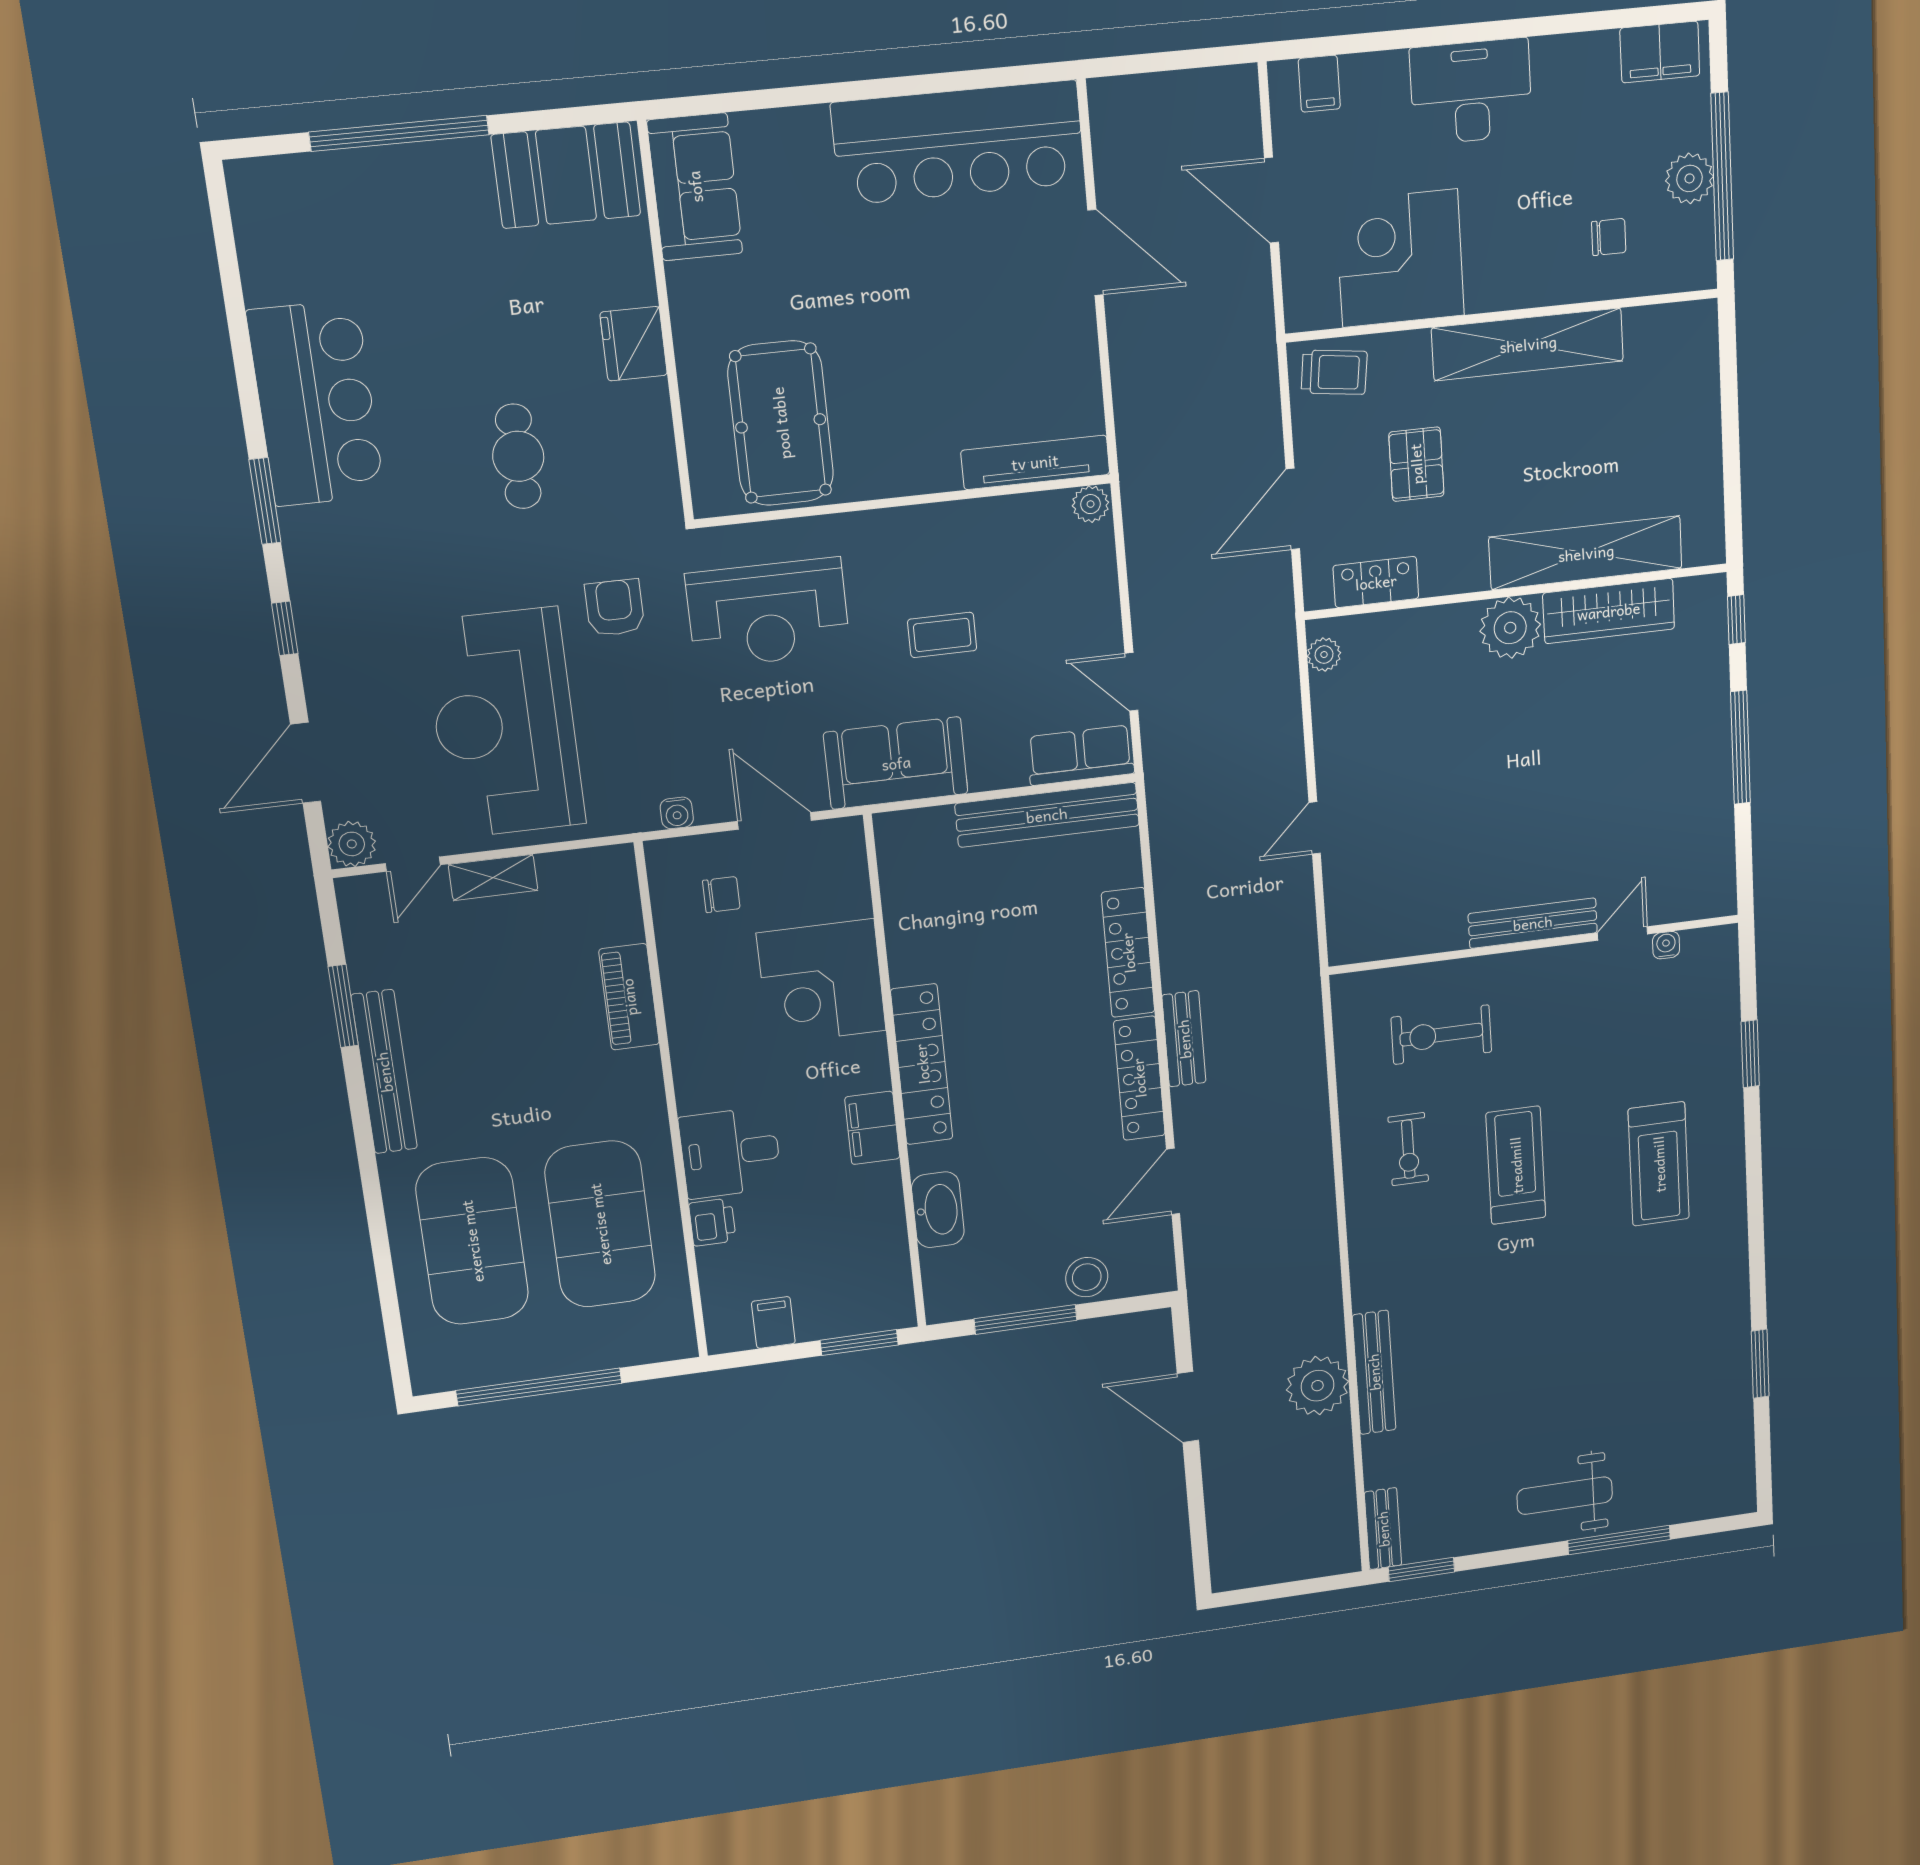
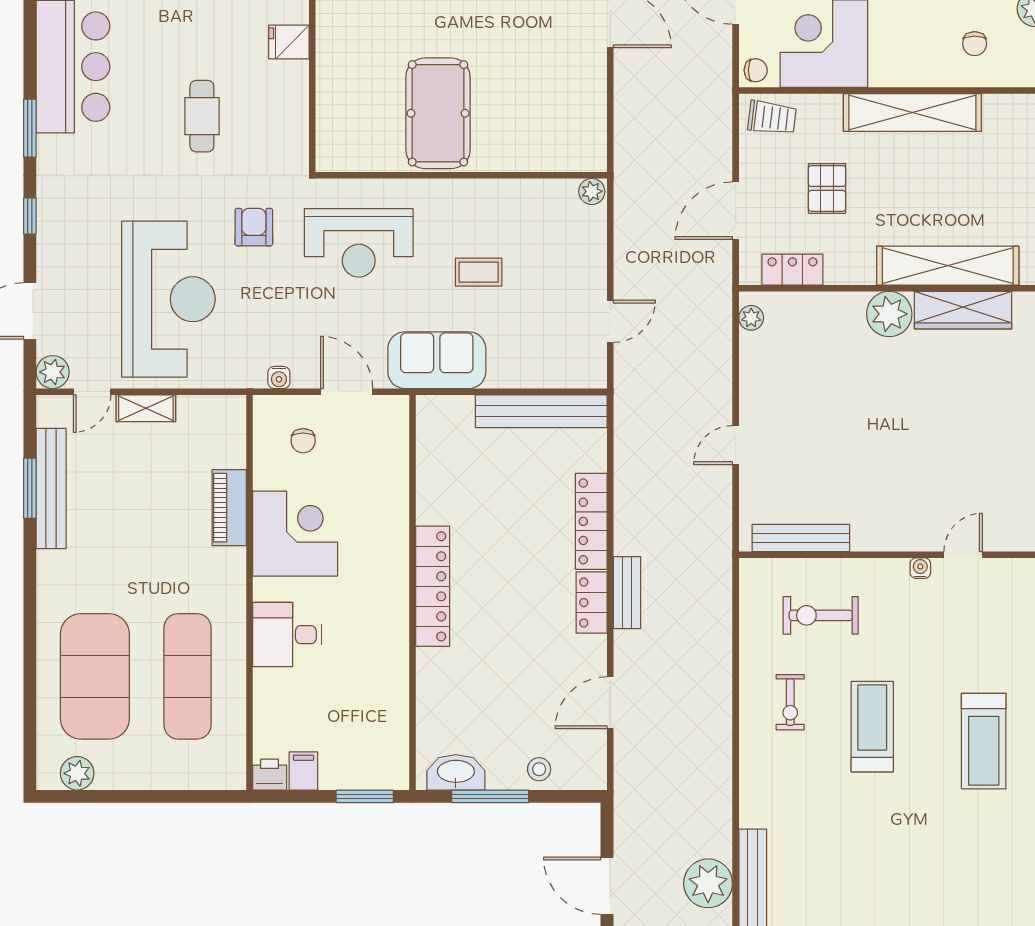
chair: (1609, 237) -> (975, 44), turned 90
chair: (1307, 307) -> (756, 70), added
fridge: (634, 344) -> (289, 42), width x0.72
pool table: (781, 423) -> (438, 113), moved
tv unit: (1035, 462) -> (556, 158), removed
door: (1131, 682) -> (610, 321), swing flipped
reception desk: (505, 723) -> (168, 299), turned 180
row of seats: (1081, 755) -> (569, 370), removed
chair: (721, 895) -> (303, 441), turned 90
bench: (1533, 923) -> (801, 538), moved
water cooler: (1666, 945) -> (920, 568), moved
corner desk: (821, 982) -> (295, 534), moved, turned 180
bench: (384, 1072) -> (51, 489), moved
locker: (1139, 1078) -> (592, 603), width x0.66
filing cabinet: (872, 1128) -> (392, 630), removed
washbasin: (938, 1210) -> (456, 772), moved, turned -90
printer: (712, 1222) -> (270, 775), moved, turned -90
exercise mat: (600, 1224) -> (187, 676), width x0.68
stool: (1087, 1277) -> (539, 769), width x0.73, depth x0.73
plant: (466, 1368) -> (77, 773), added
window: (539, 1387) -> (127, 796), removed

